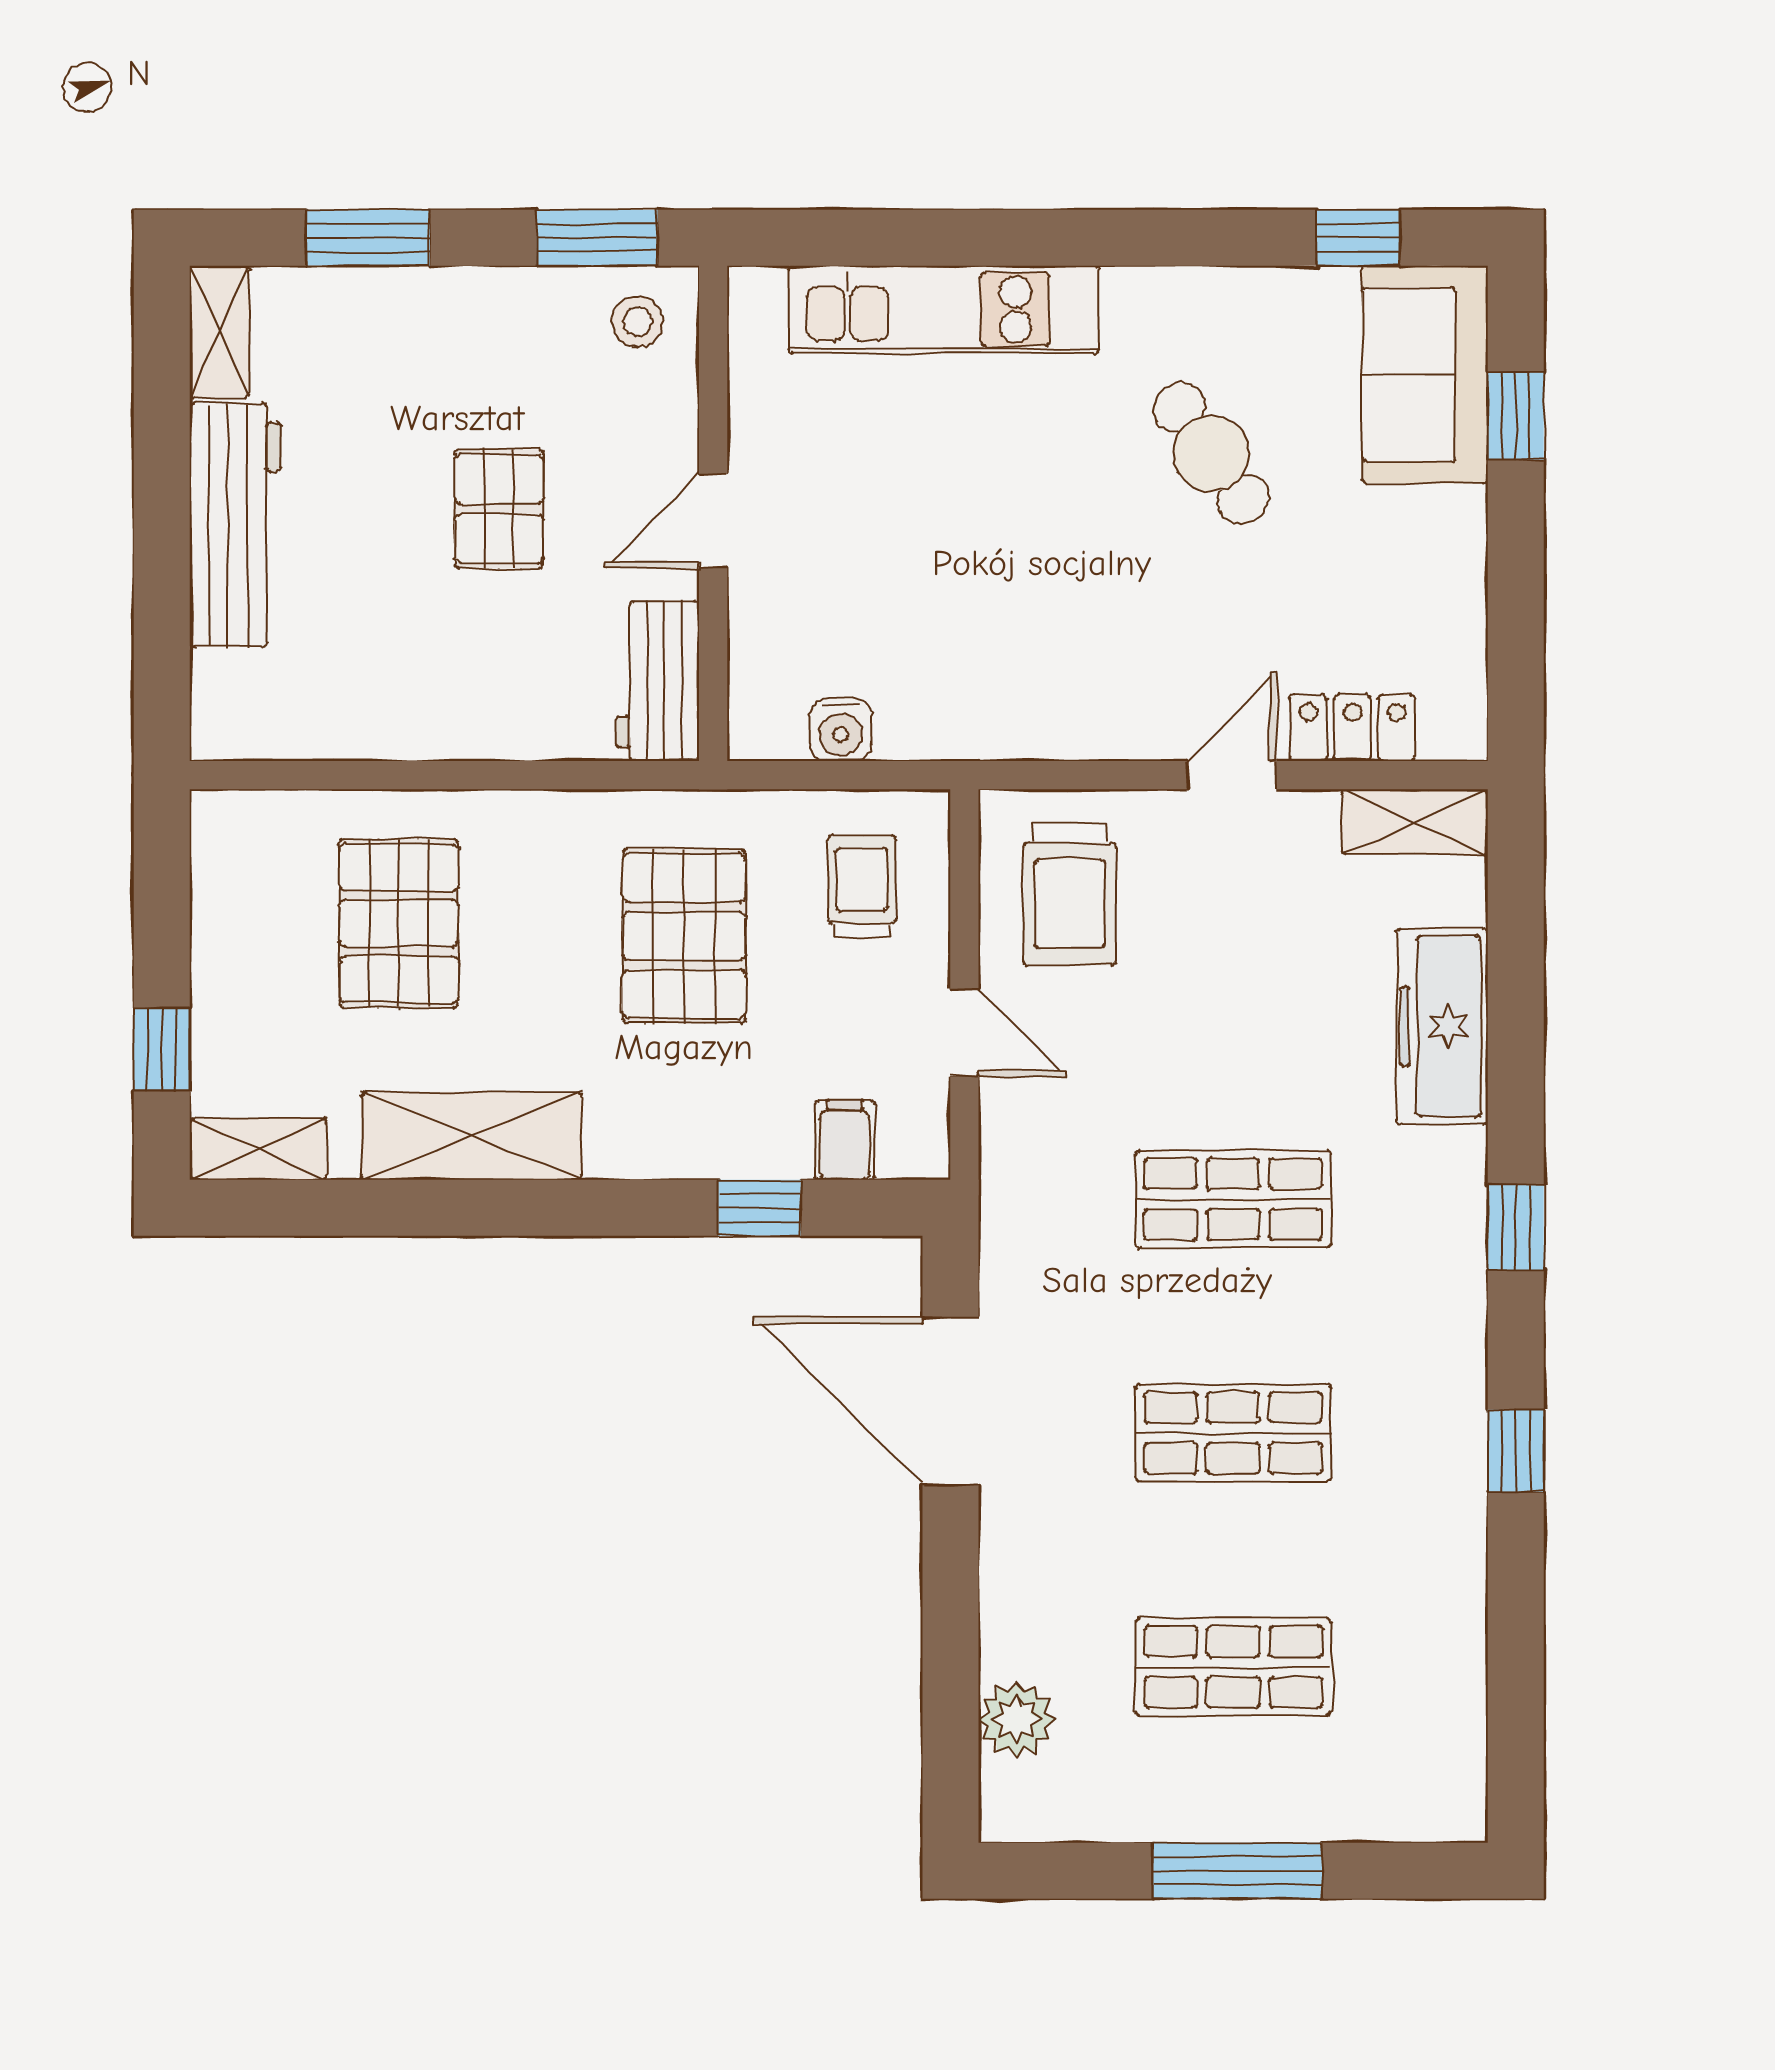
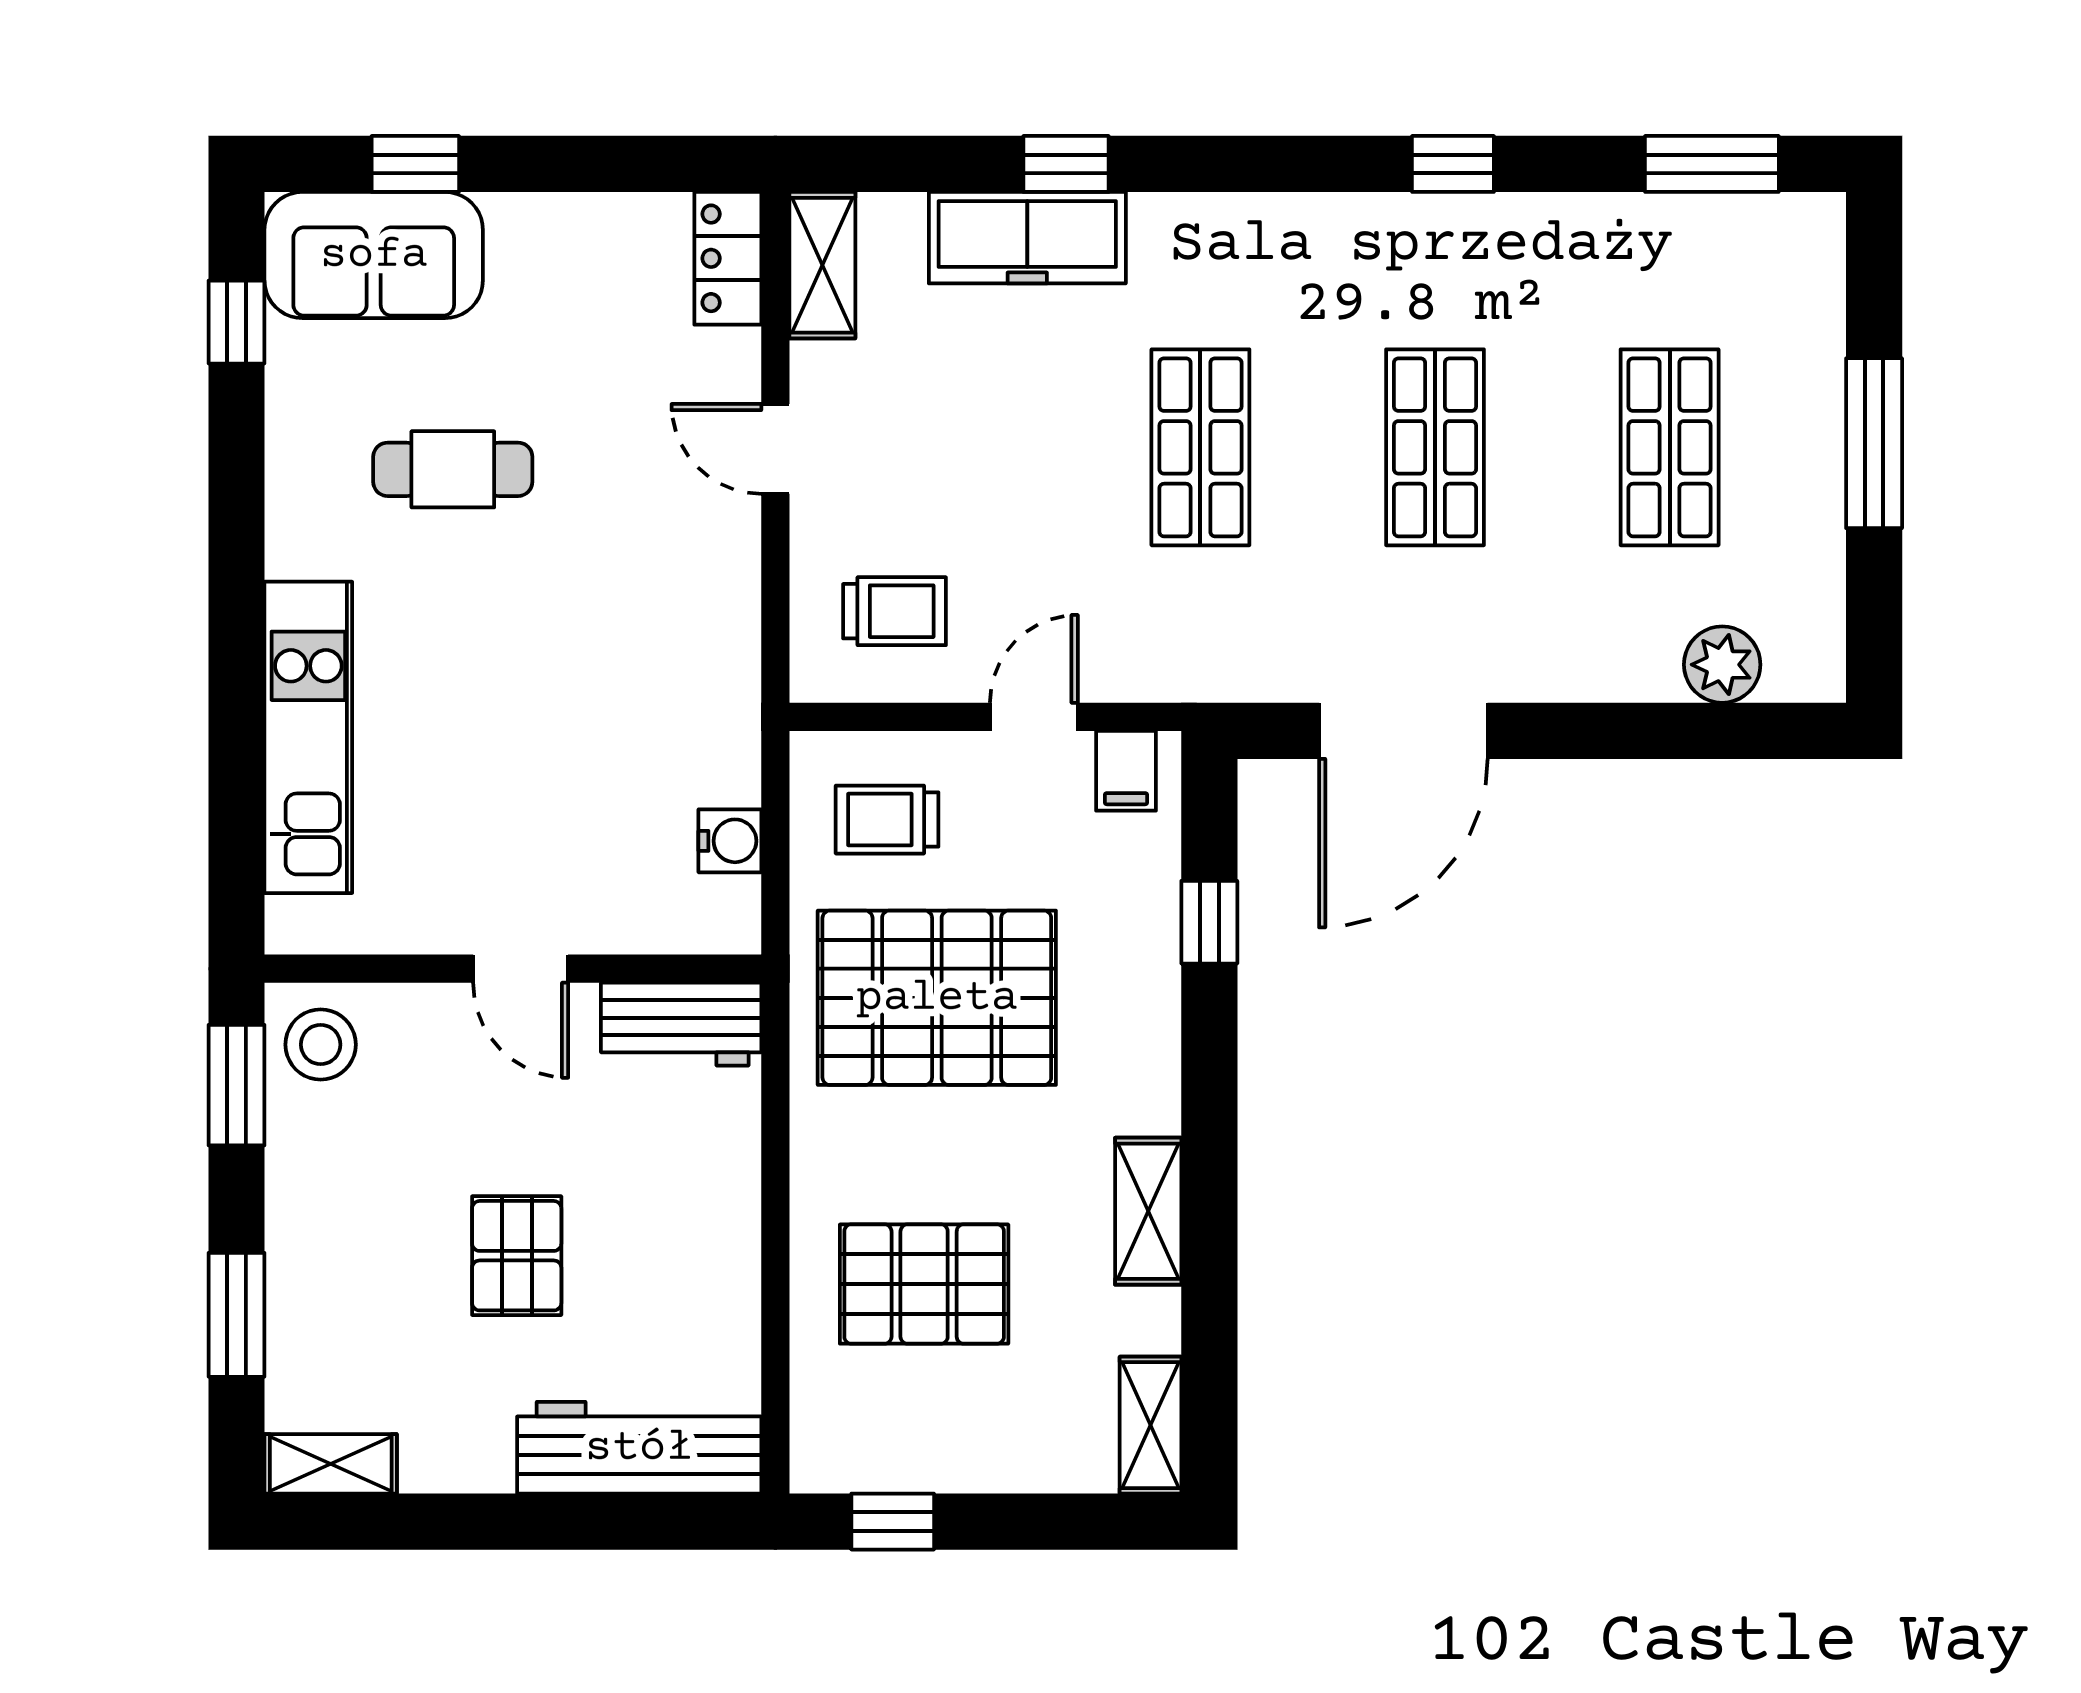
stool: (638, 322) -> (321, 1045), width x1.37, depth x1.37
cafe table: (1211, 453) -> (453, 469), turned 35
pallet: (499, 509) -> (517, 1256), moved, turned 90
workbench: (235, 525) -> (639, 1448), moved
locker: (1352, 728) -> (728, 258), moved
trolley: (1070, 894) -> (895, 611), width x0.73, depth x0.72
pallet: (684, 936) -> (937, 998), width x1.37, depth x1.41
window: (162, 1050) -> (893, 1522), moved
shelving: (471, 1136) -> (1148, 1211), width x0.67, depth x0.75
filing cabinet: (845, 1140) -> (1126, 771), moved, turned -90
window: (1516, 1227) -> (1066, 164), moved
window: (1516, 1709) -> (1712, 164), added

